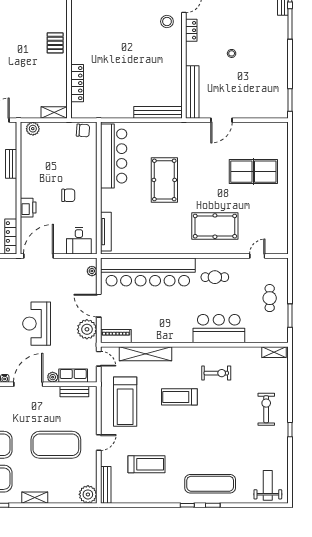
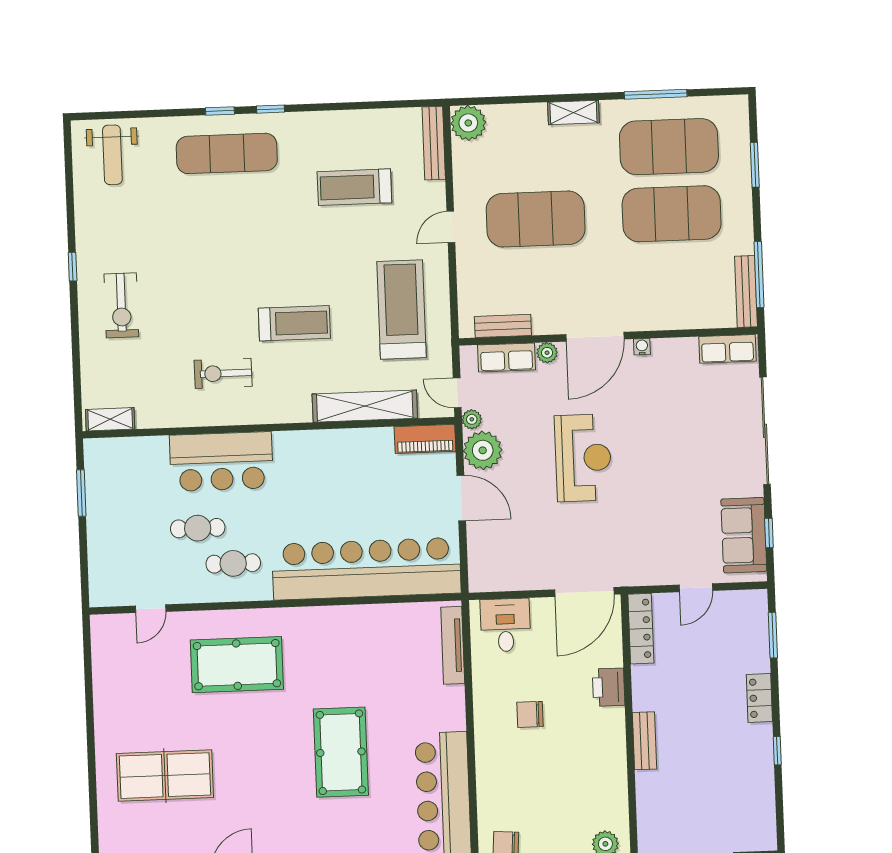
bench: (11, 164) -> (645, 741), moved
plant: (92, 271) -> (472, 419), moved
cafe table: (270, 298) -> (198, 528), moved, turned 90

